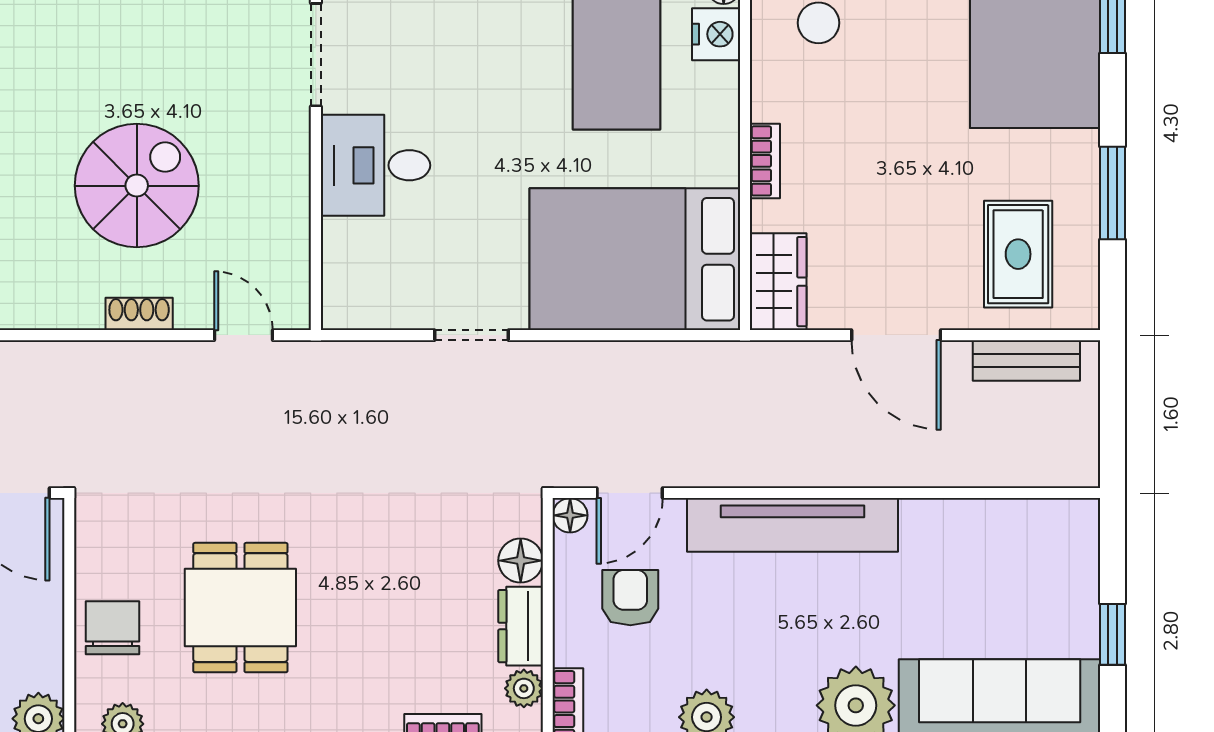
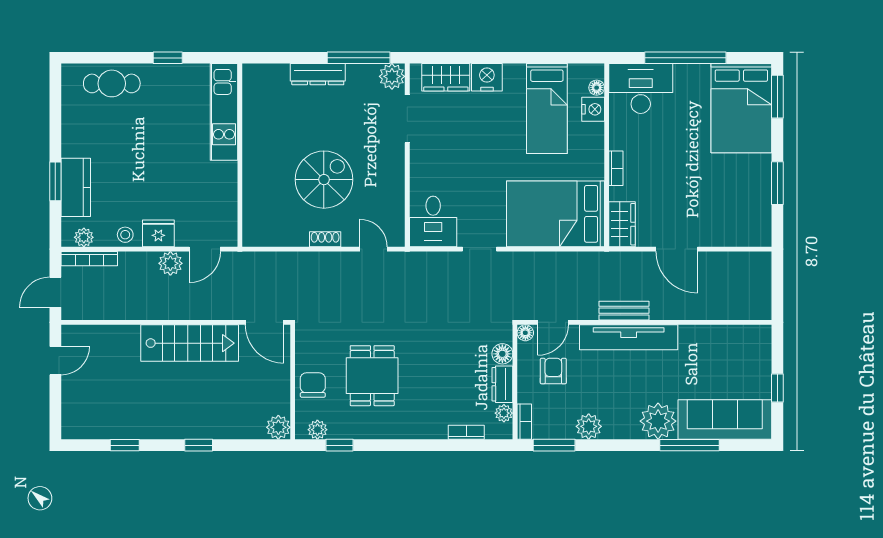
desk: (375, 165) -> (433, 221), moved, turned -90
rug: (1018, 254) -> (733, 211), removed
bench: (1026, 361) -> (624, 311), moved

